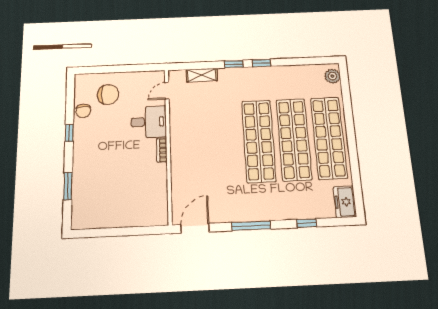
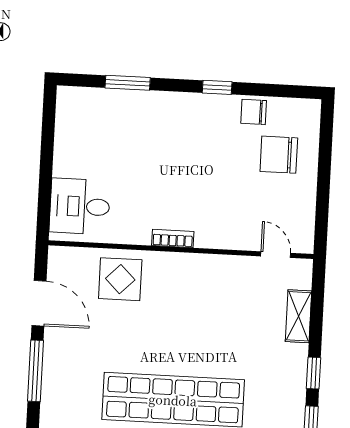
chair: (108, 94) -> (279, 155), turned 90
desk: (149, 122) -> (80, 206), moved, turned 90
display table: (189, 179) -> (120, 279), added
door: (195, 228) -> (39, 303), moved

